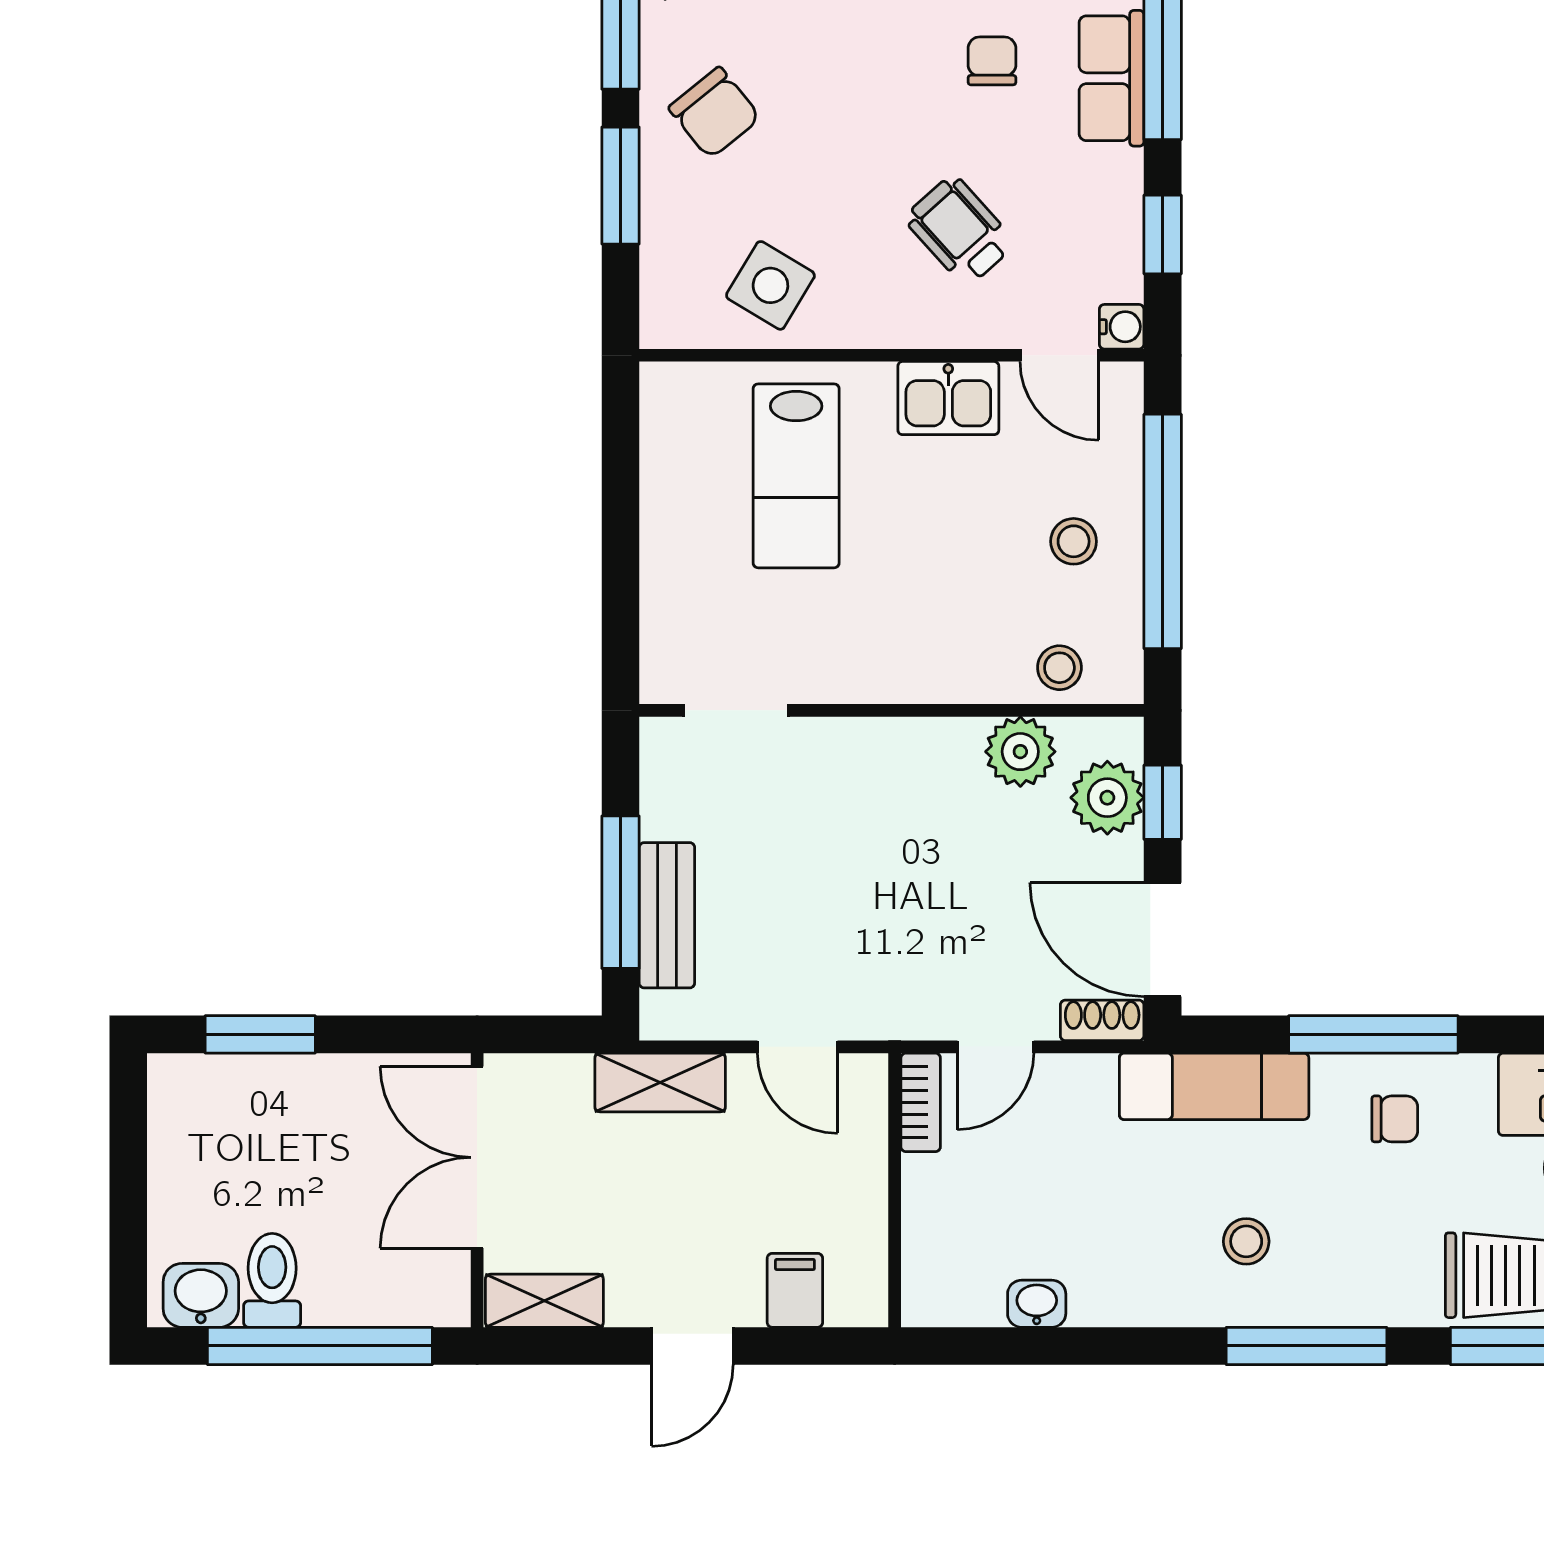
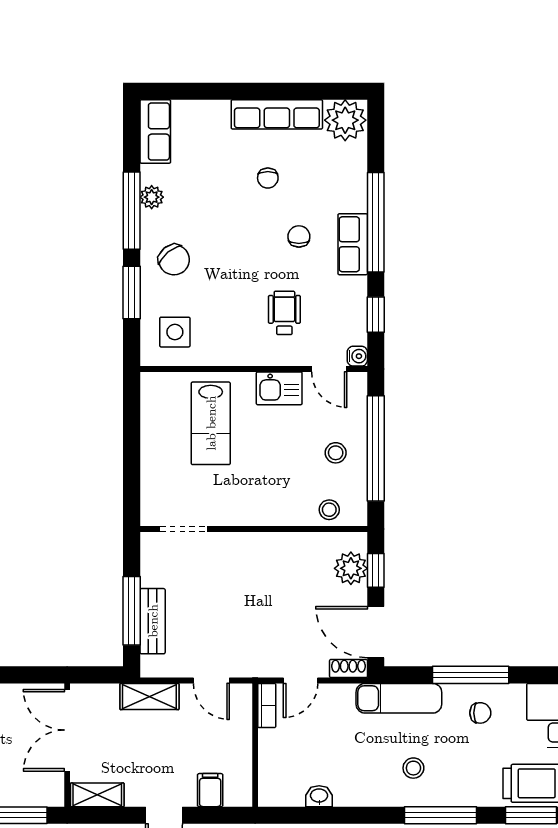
wheelchair: (960, 231) -> (284, 313), turned 42
side table: (770, 285) -> (175, 332), moved, turned -31
plant: (1020, 752) -> (312, 547), removed

